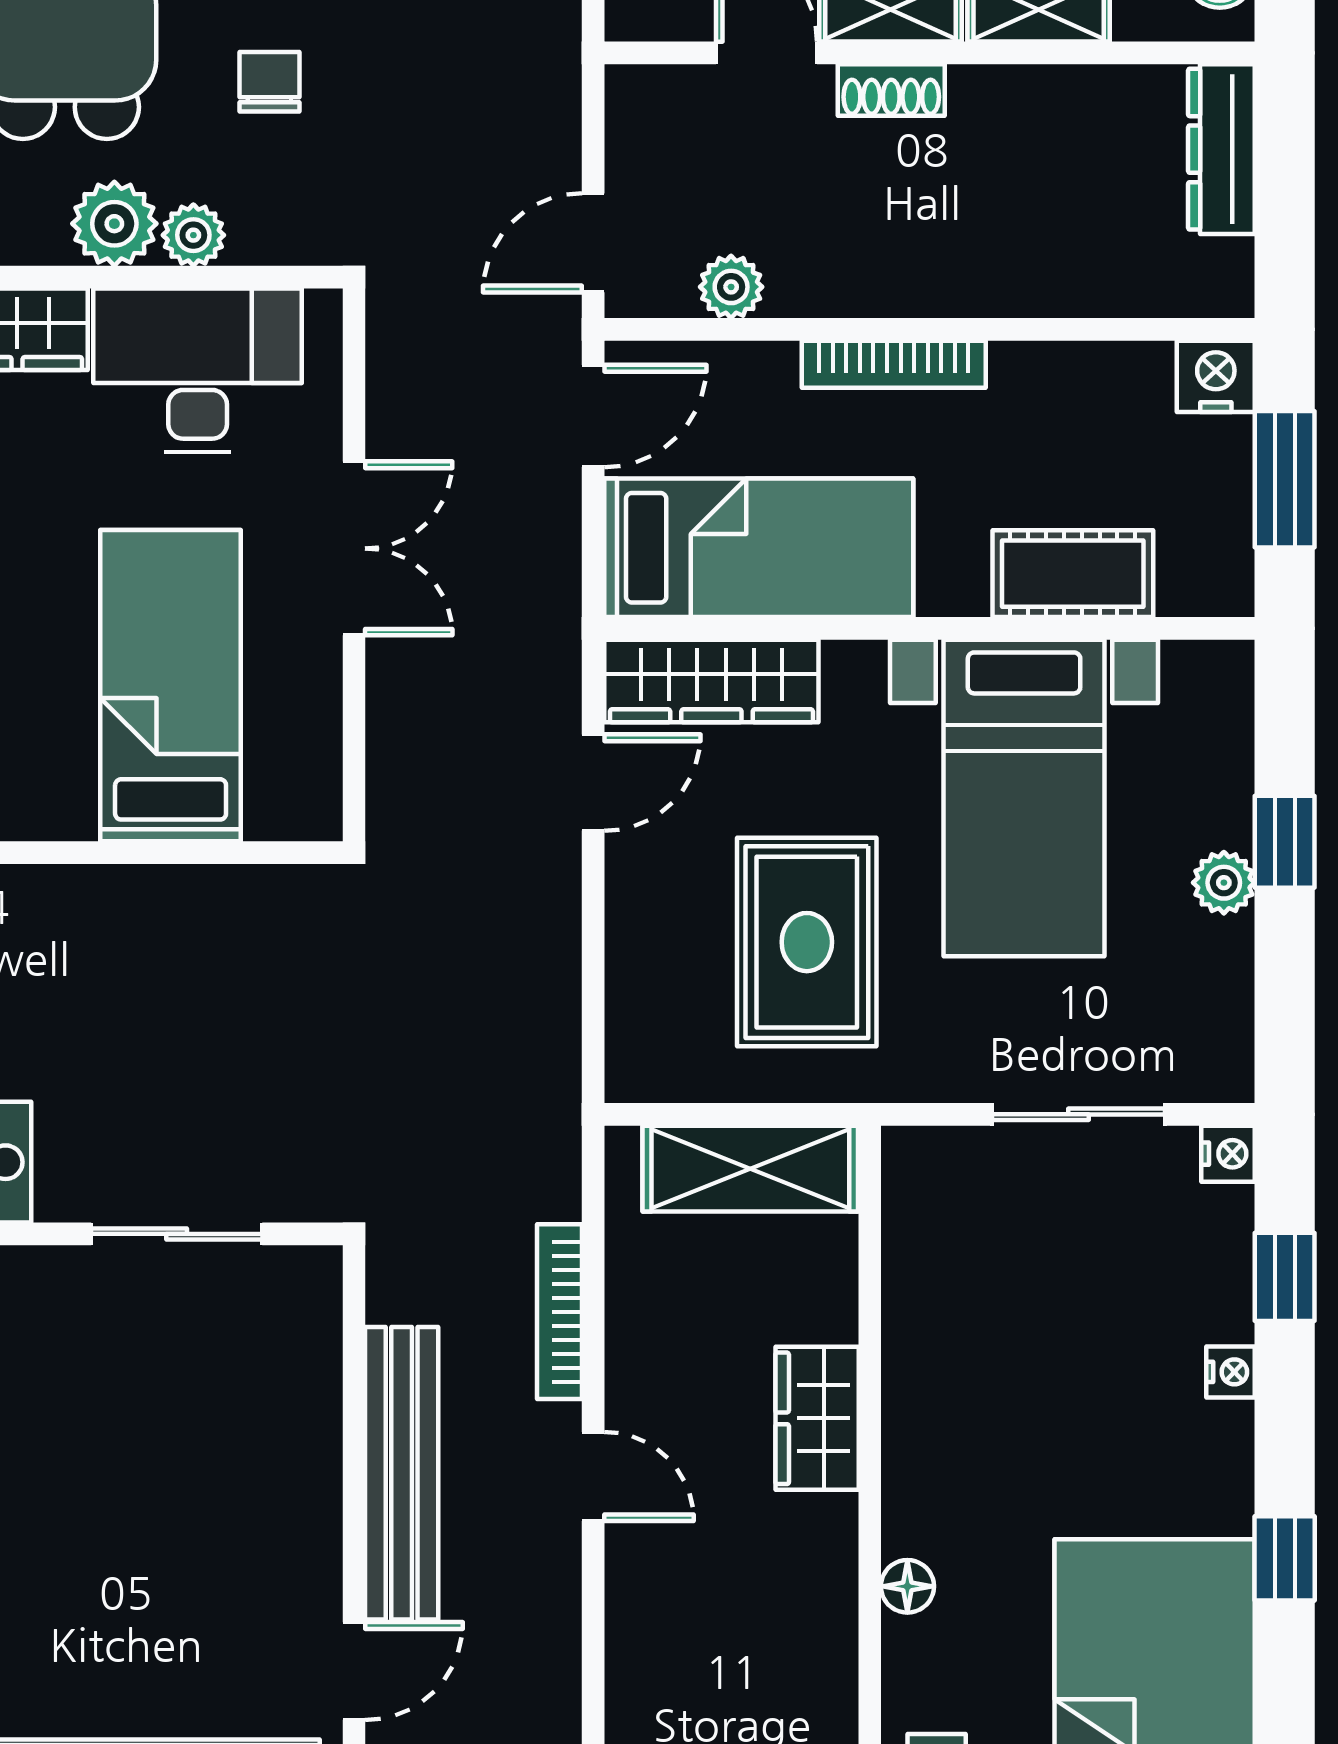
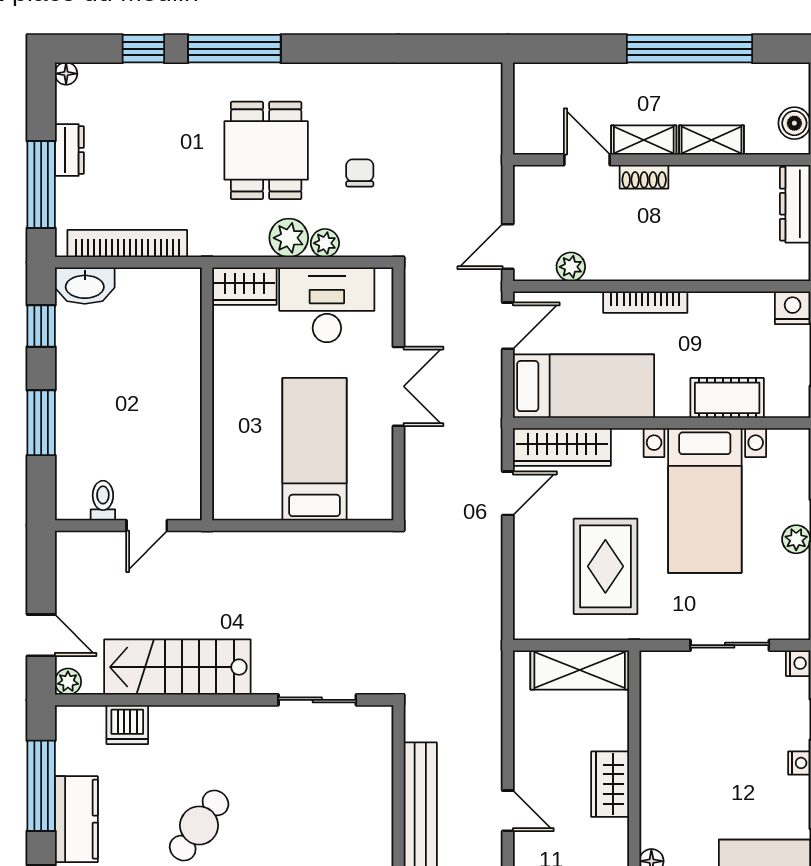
bookcase: (560, 1312) -> (492, 735), removed

